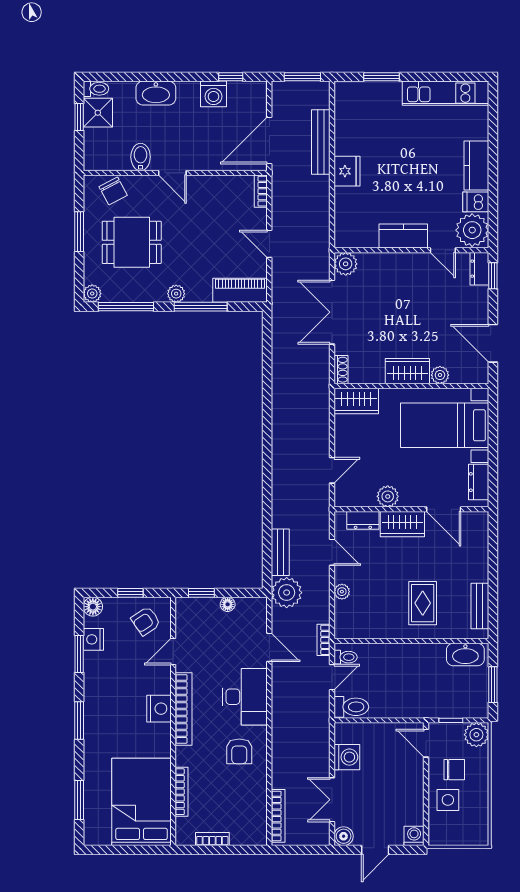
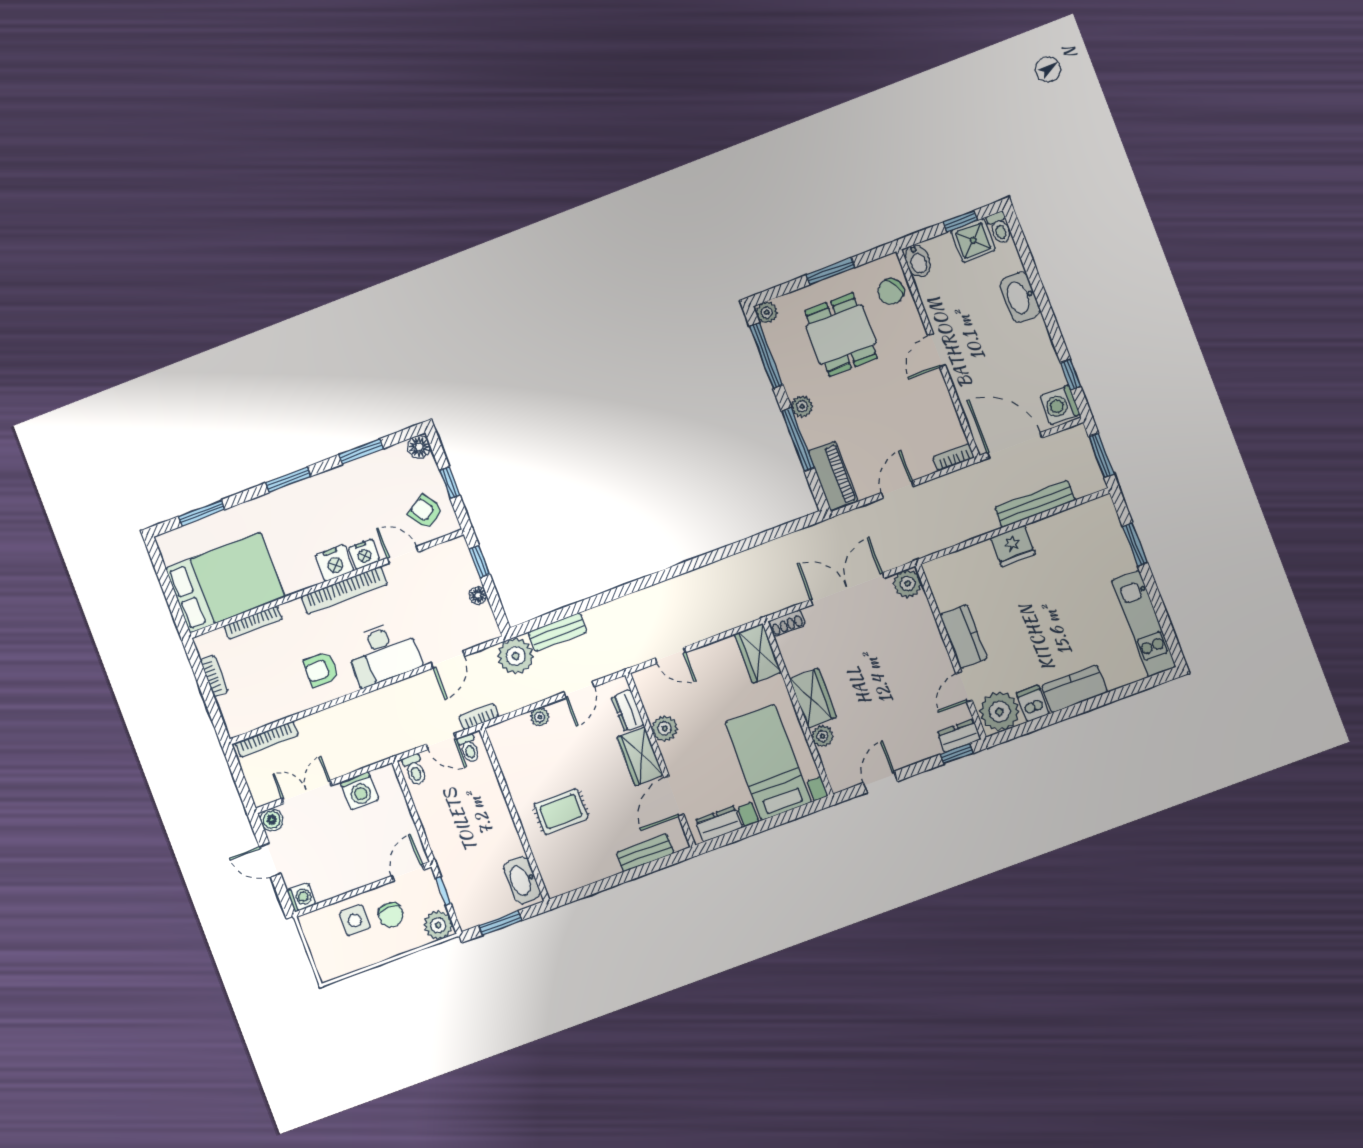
washing machine: (213, 94) -> (1060, 405), moved
bidet: (141, 157) -> (918, 261), moved, turned 90
door: (493, 343) -> (880, 782), width x0.73
bench: (480, 606) -> (645, 853), moved
nightstand: (93, 639) -> (364, 554), moved, turned 180
toilet: (351, 707) -> (415, 770), width x0.73, depth x0.72

